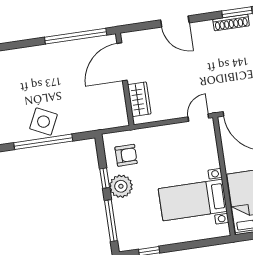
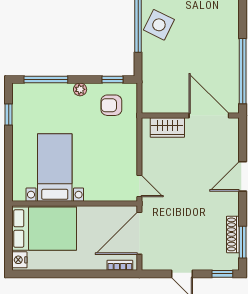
armchair: (126, 155) -> (111, 105), turned 90
window: (105, 178) -> (113, 80), moved
plant: (121, 186) -> (80, 89), width x0.53, depth x0.53

